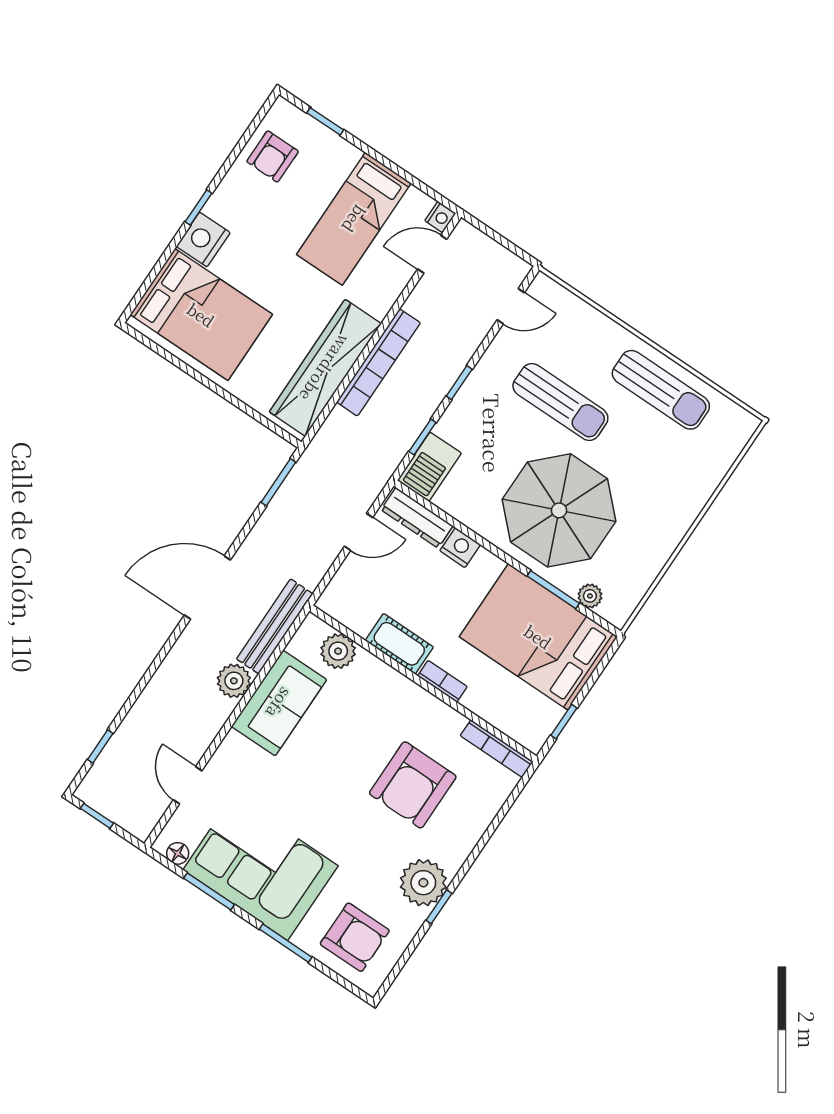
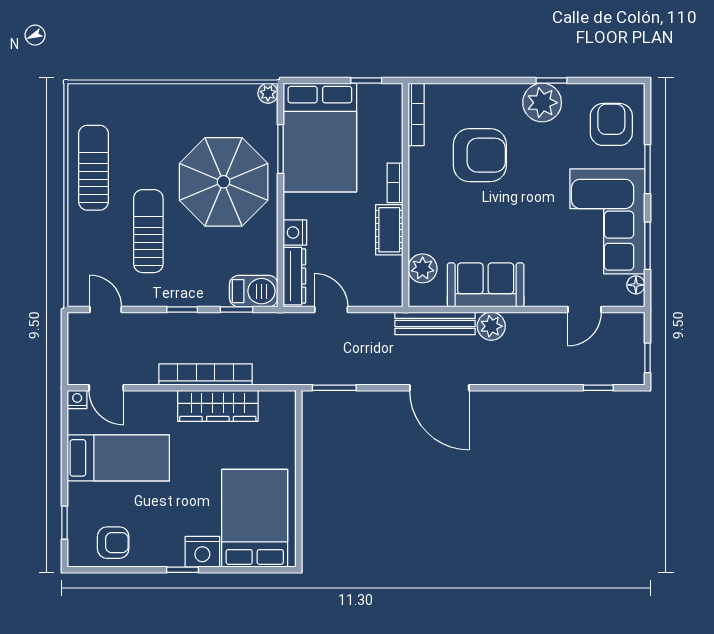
wardrobe: (325, 368) -> (218, 406), width x0.71, depth x0.85
plant: (590, 596) -> (268, 93), moved

